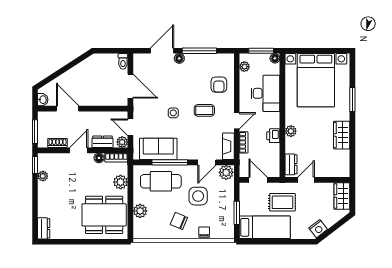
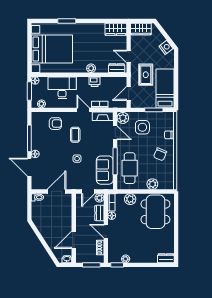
wardrobe: (342, 135) -> (116, 29), moved
side table: (198, 196) -> (142, 127), moved

